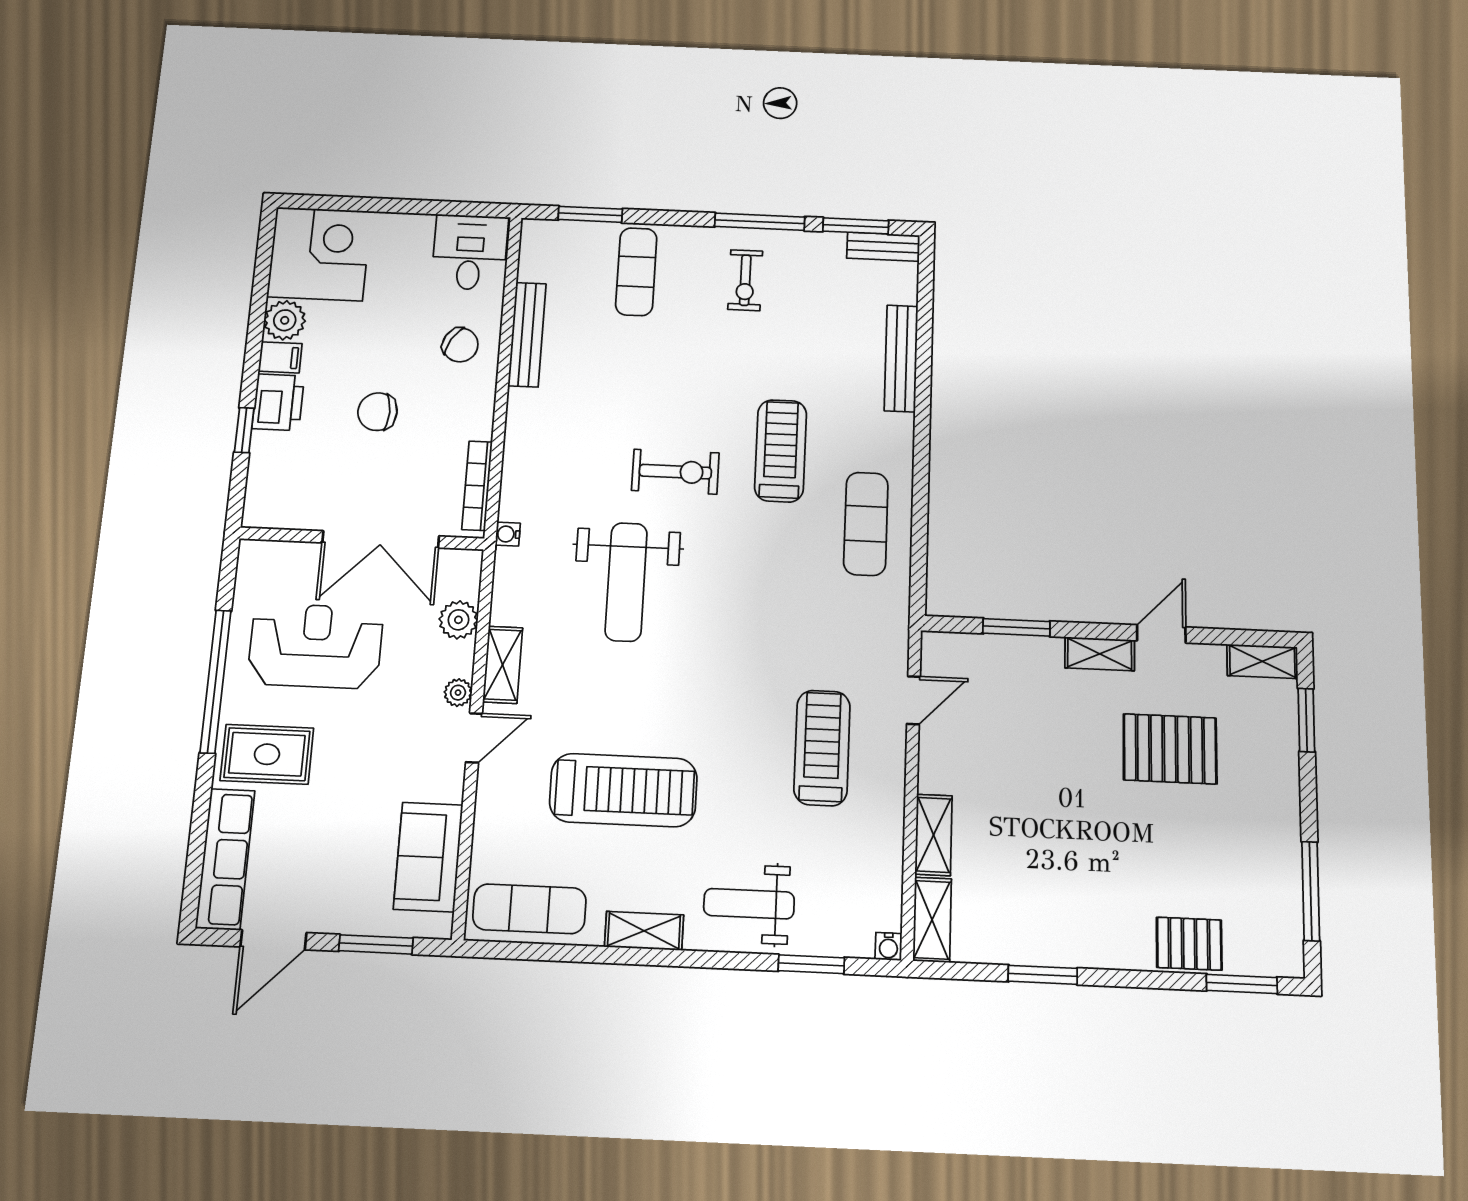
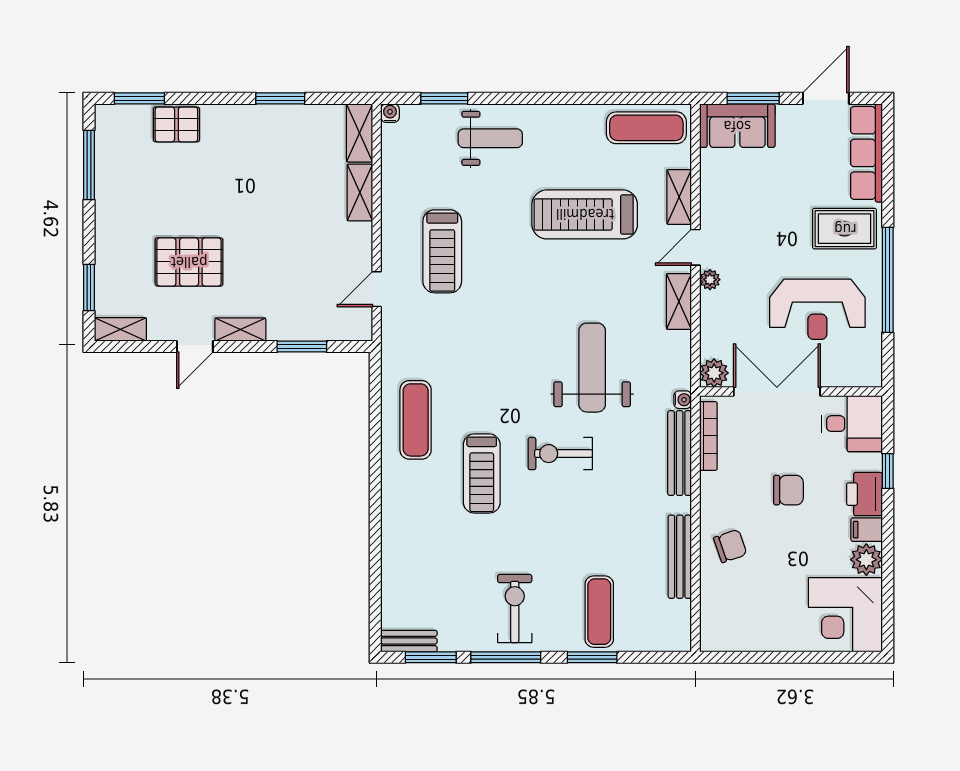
window: (590, 214) -> (592, 657), moved
desk: (470, 252) -> (852, 424), moved, turned -90
exercise bike: (745, 280) -> (515, 609), width x1.38, depth x1.39
chair: (460, 345) -> (730, 546), turned 130
bench: (901, 358) -> (680, 453), moved
plant: (458, 620) -> (714, 373), moved
sofa: (428, 857) -> (737, 126), moved, turned 90
shelving: (644, 931) -> (679, 197), moved, turned 90

